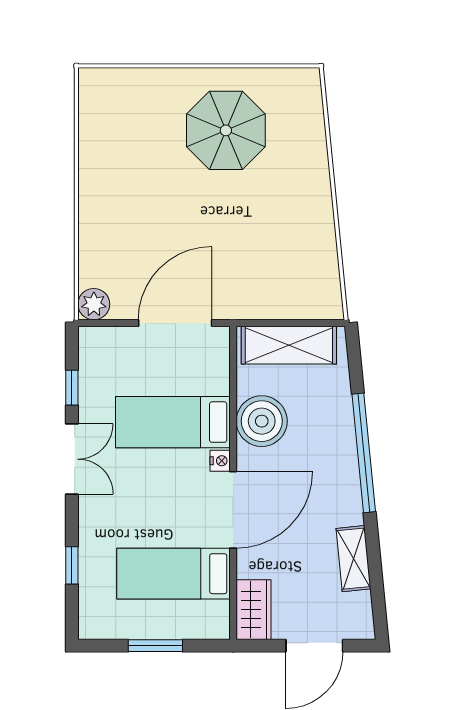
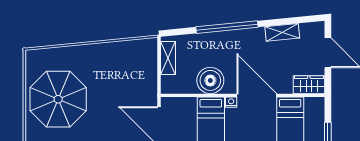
parasol: (226, 130) -> (58, 99), width x1.36, depth x1.36
shelving: (289, 345) -> (168, 58), width x0.67, depth x0.75

